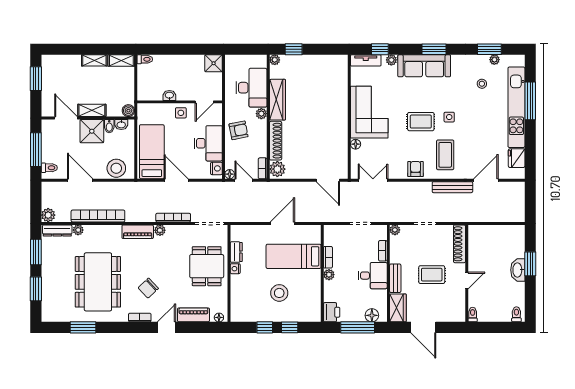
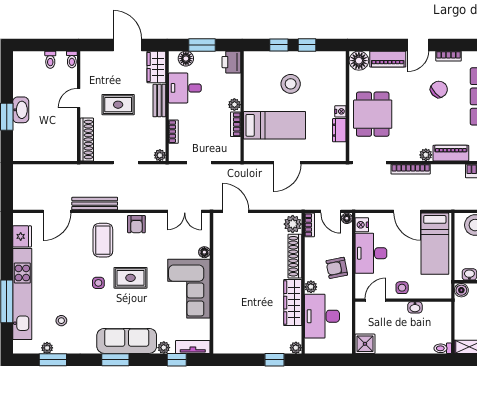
desk: (373, 276) -> (185, 88), moved
toilet: (516, 314) -> (50, 60), moved
floor lamp: (219, 317) -> (359, 61), width x1.89, depth x1.89
window: (358, 327) -> (202, 45), width x0.69

